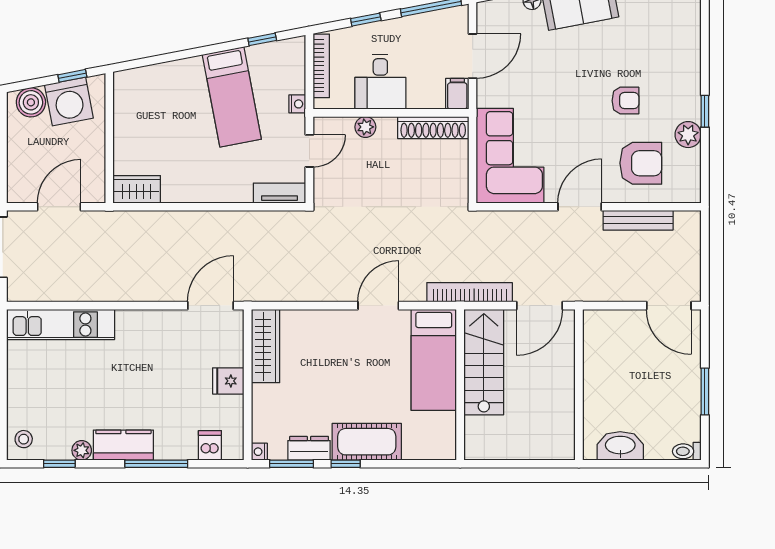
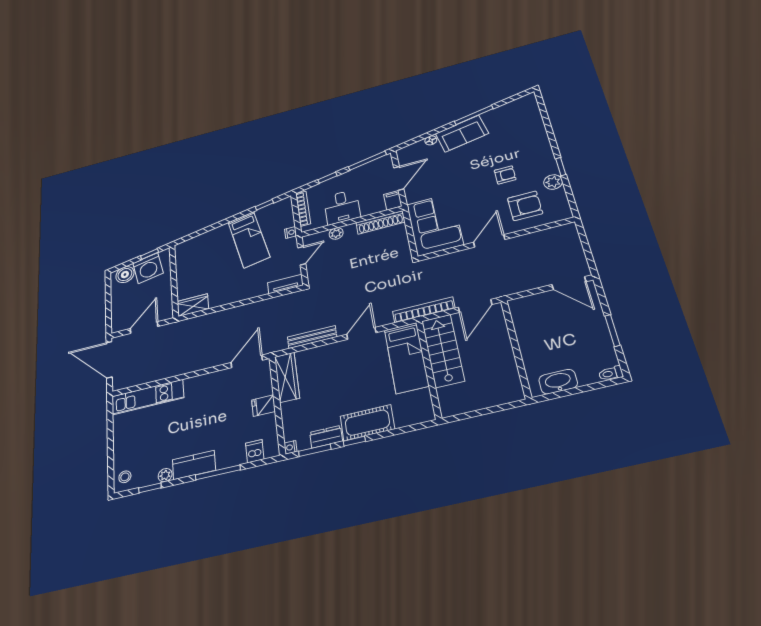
bench: (638, 220) -> (312, 337), moved

